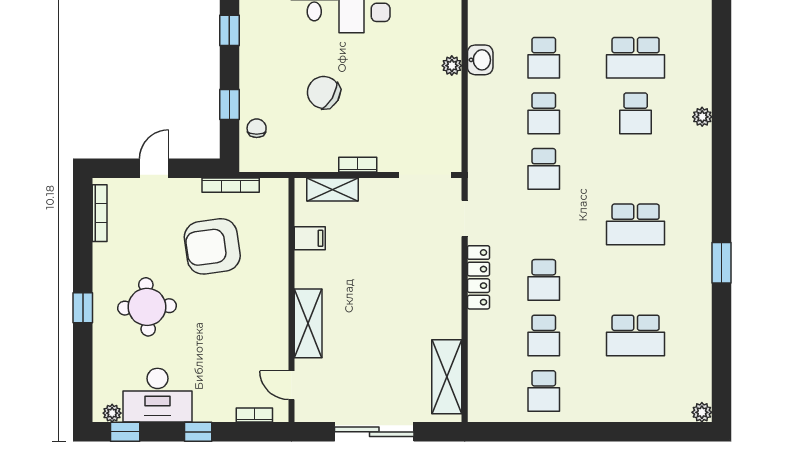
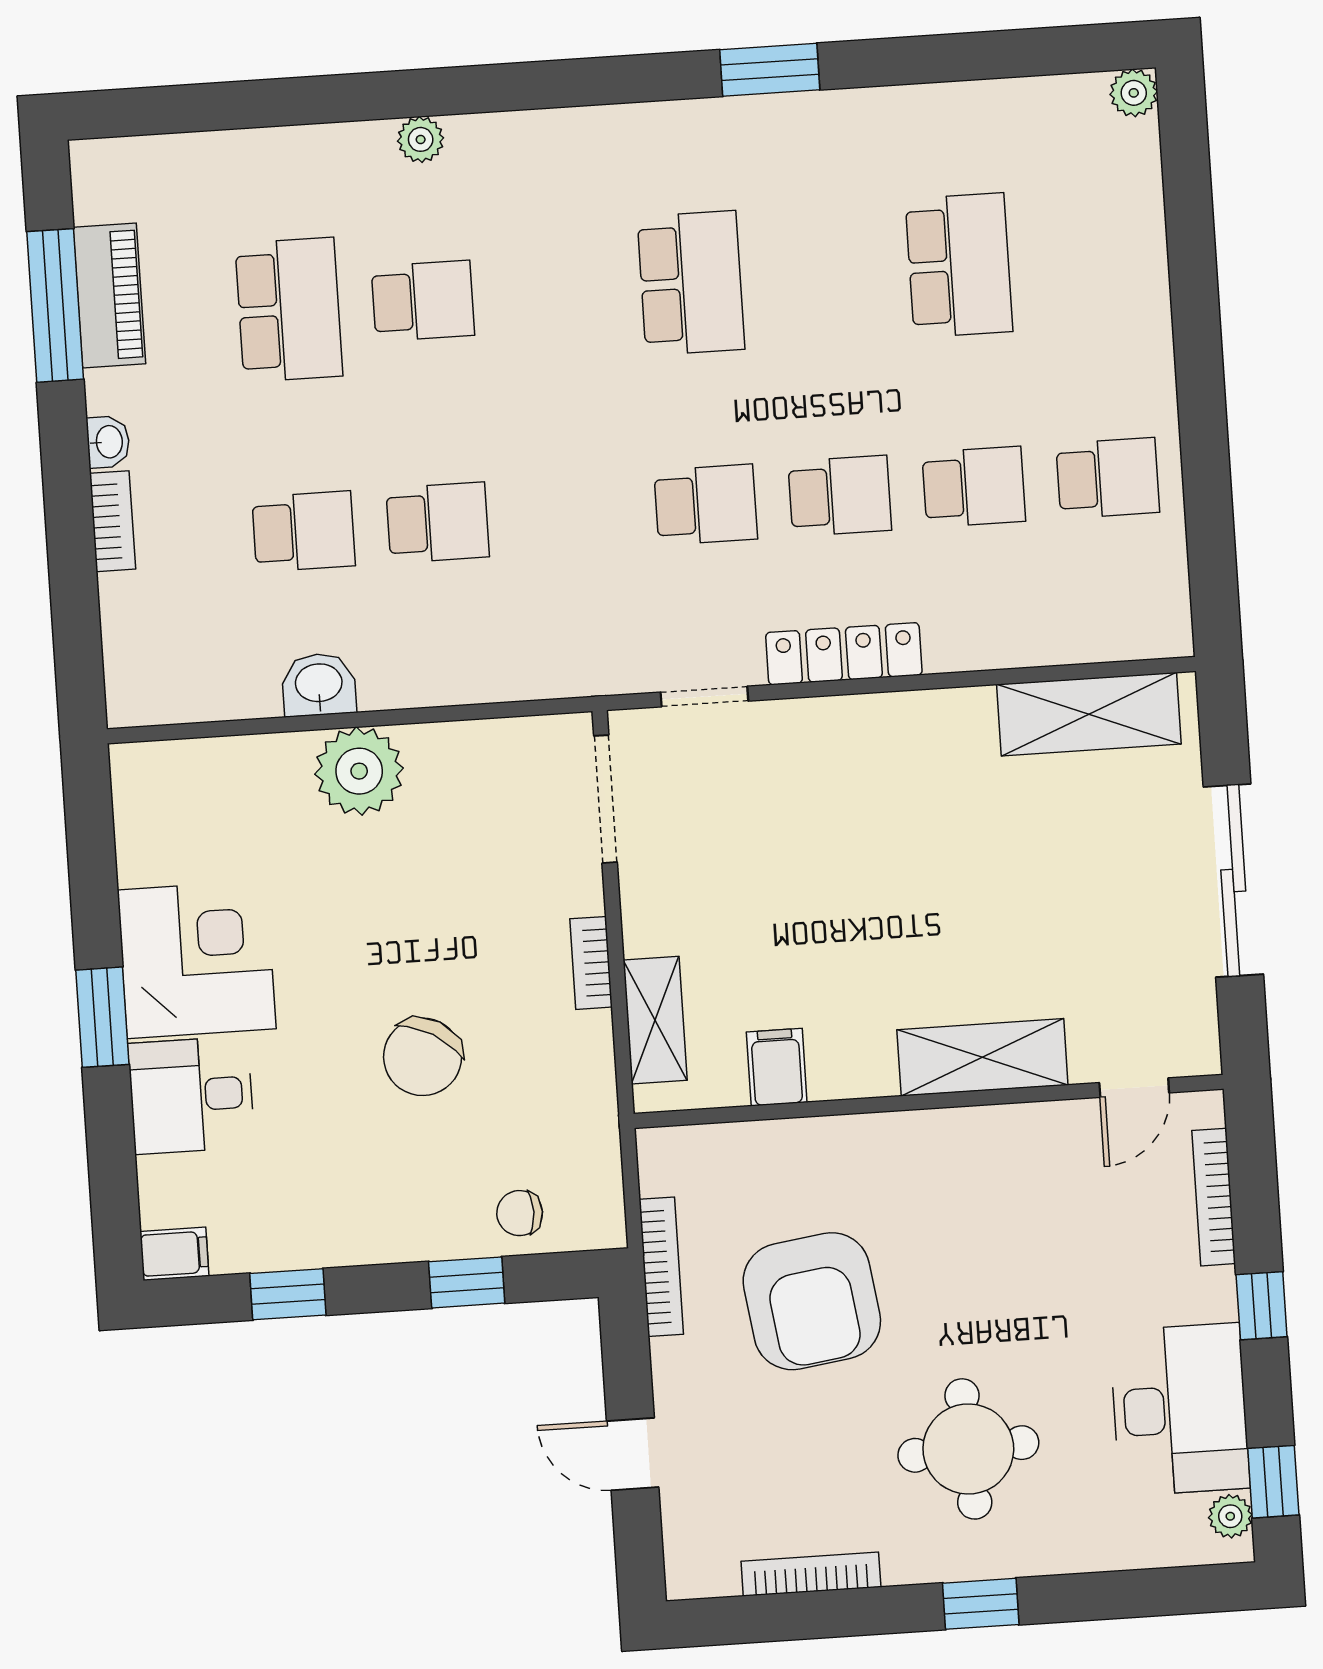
plant: (452, 66) -> (359, 771), width x1.88, depth x1.88
school desk: (544, 169) -> (706, 505), moved
bookcase: (100, 213) -> (811, 1574), moved
bookcase: (254, 415) -> (1214, 1197), width x1.56

